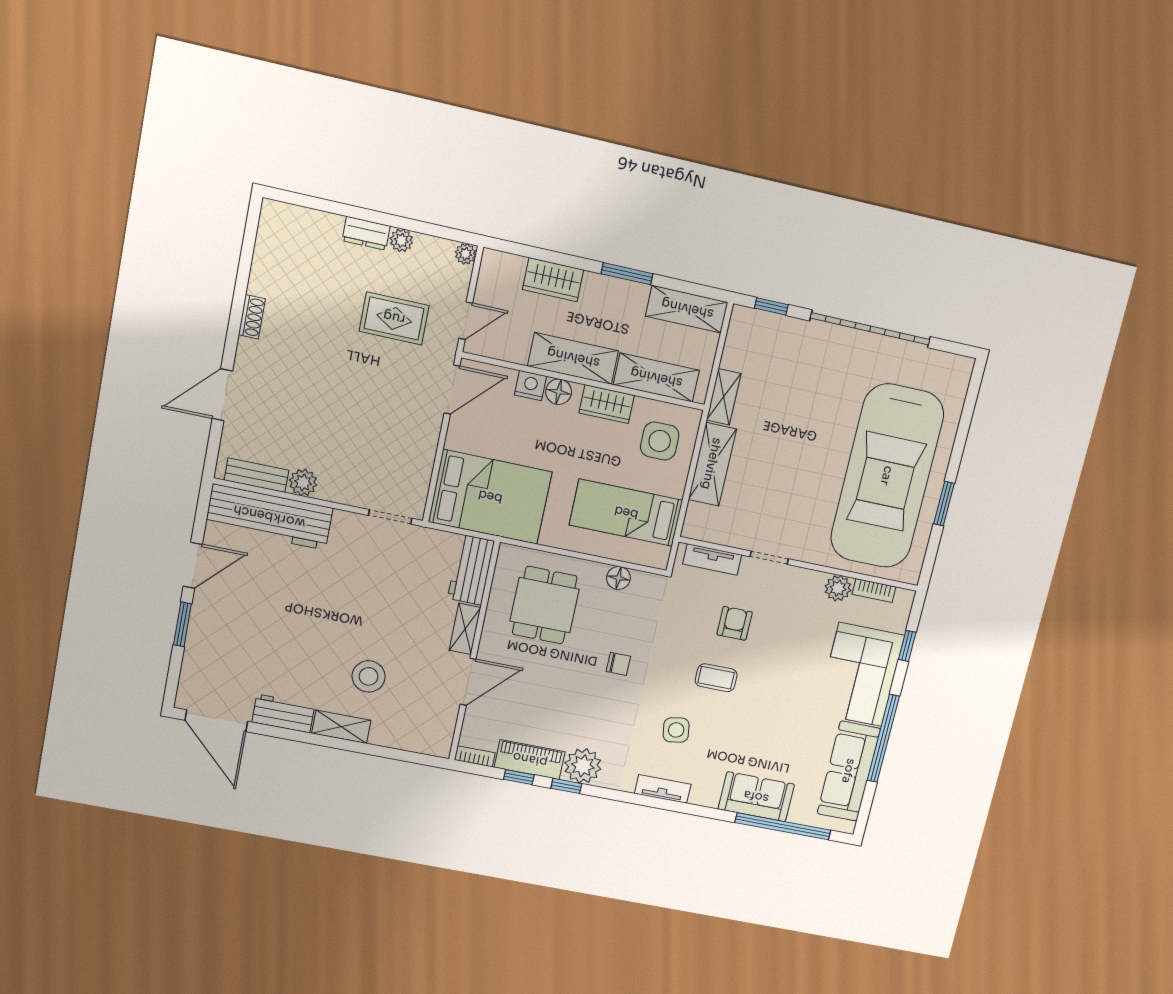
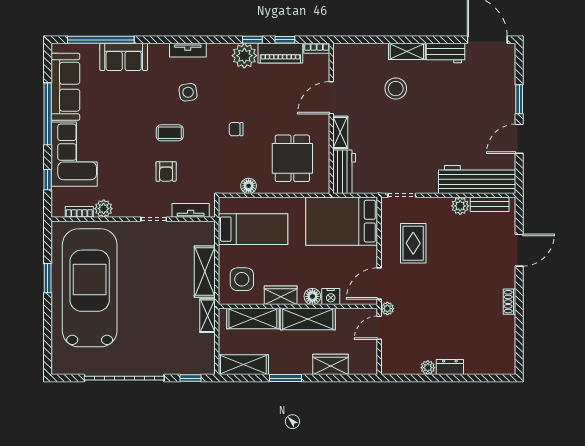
plant: (465, 254) -> (387, 309), moved
rug: (394, 318) -> (413, 243), moved, turned 90

